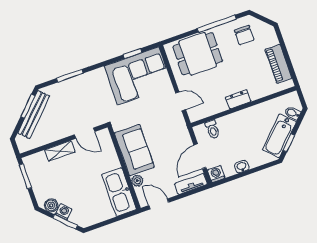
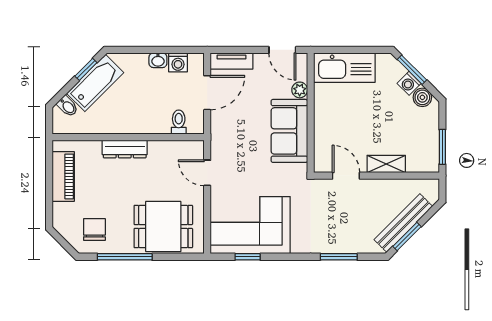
dresser: (238, 99) -> (125, 149), width x1.44
washing machine: (216, 174) -> (178, 62), moved
kitchen sink: (119, 192) -> (344, 68), moved, turned 90

